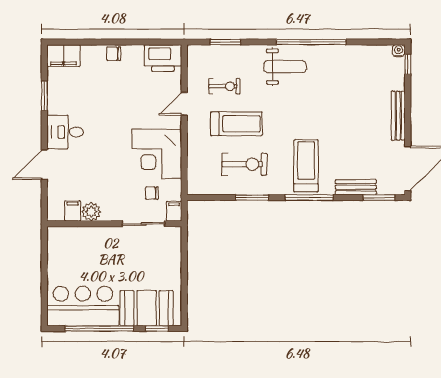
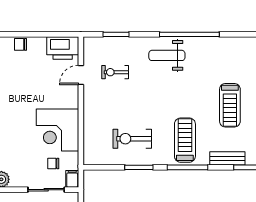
weight bench: (285, 67) -> (167, 55), turned 180
exercise bike: (224, 86) -> (115, 72), turned 180
door: (184, 104) -> (81, 75), moved
treadmill: (236, 124) -> (230, 105), moved, turned 90
exercise bike: (244, 164) -> (132, 139), turned 180

